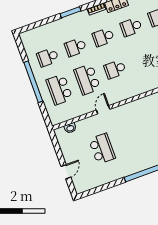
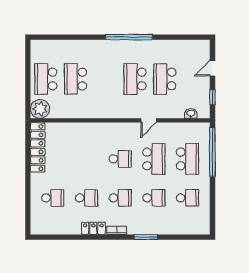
window: (33, 82) -> (212, 152), moved
school desk: (127, 140) -> (135, 79), added
window: (57, 148) -> (212, 97), added

